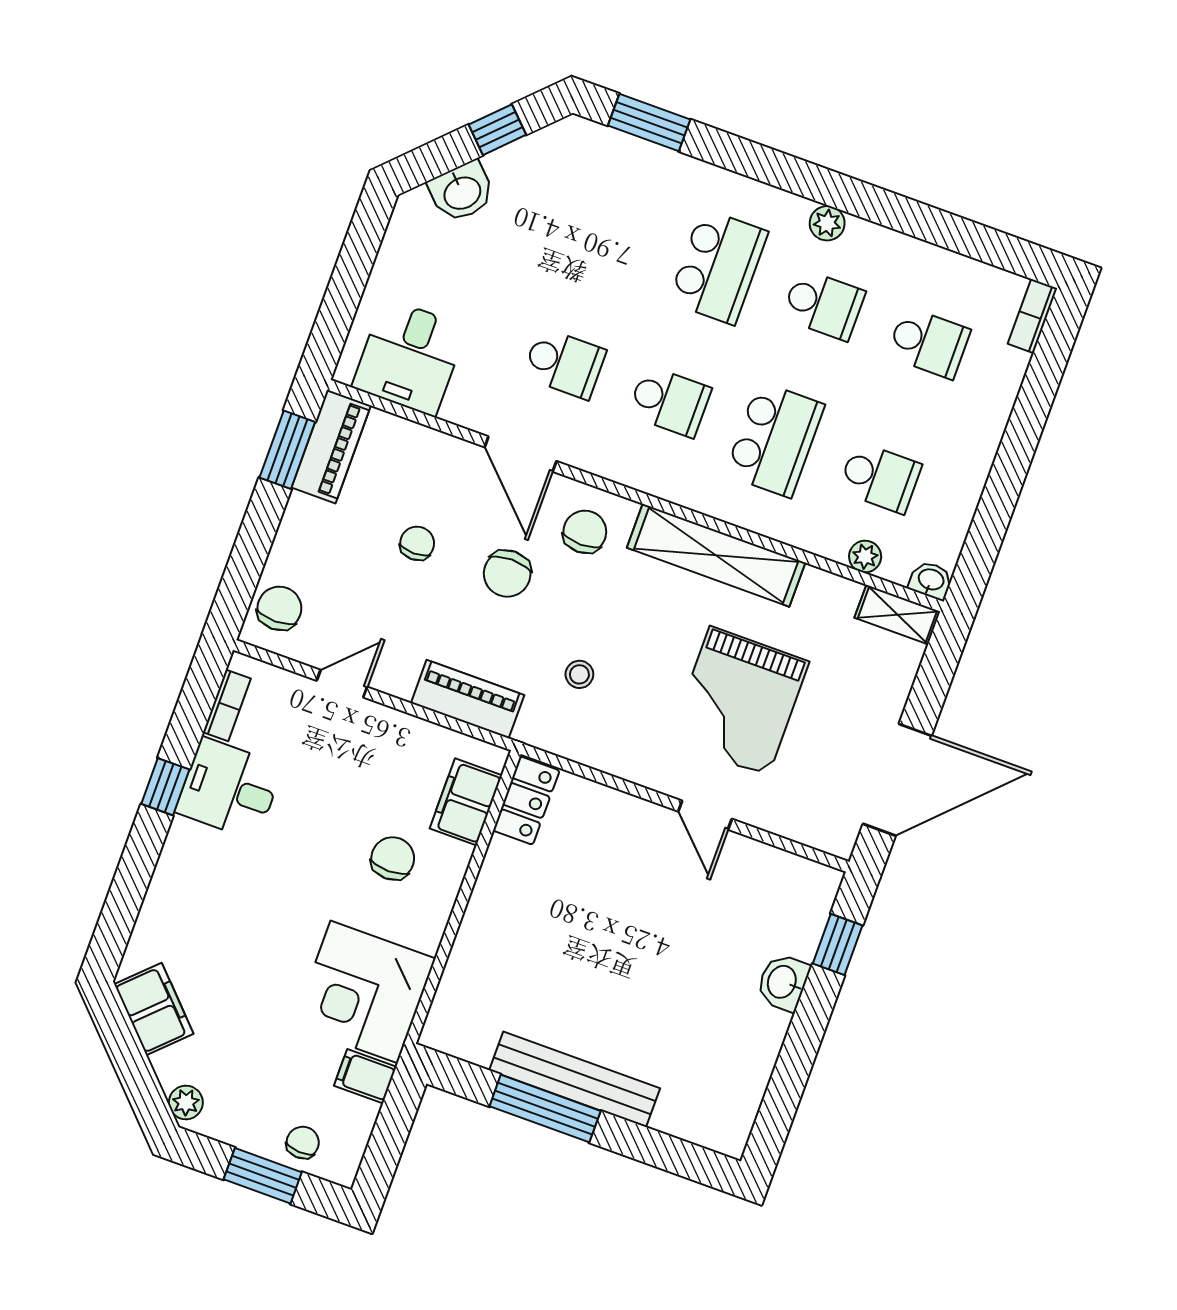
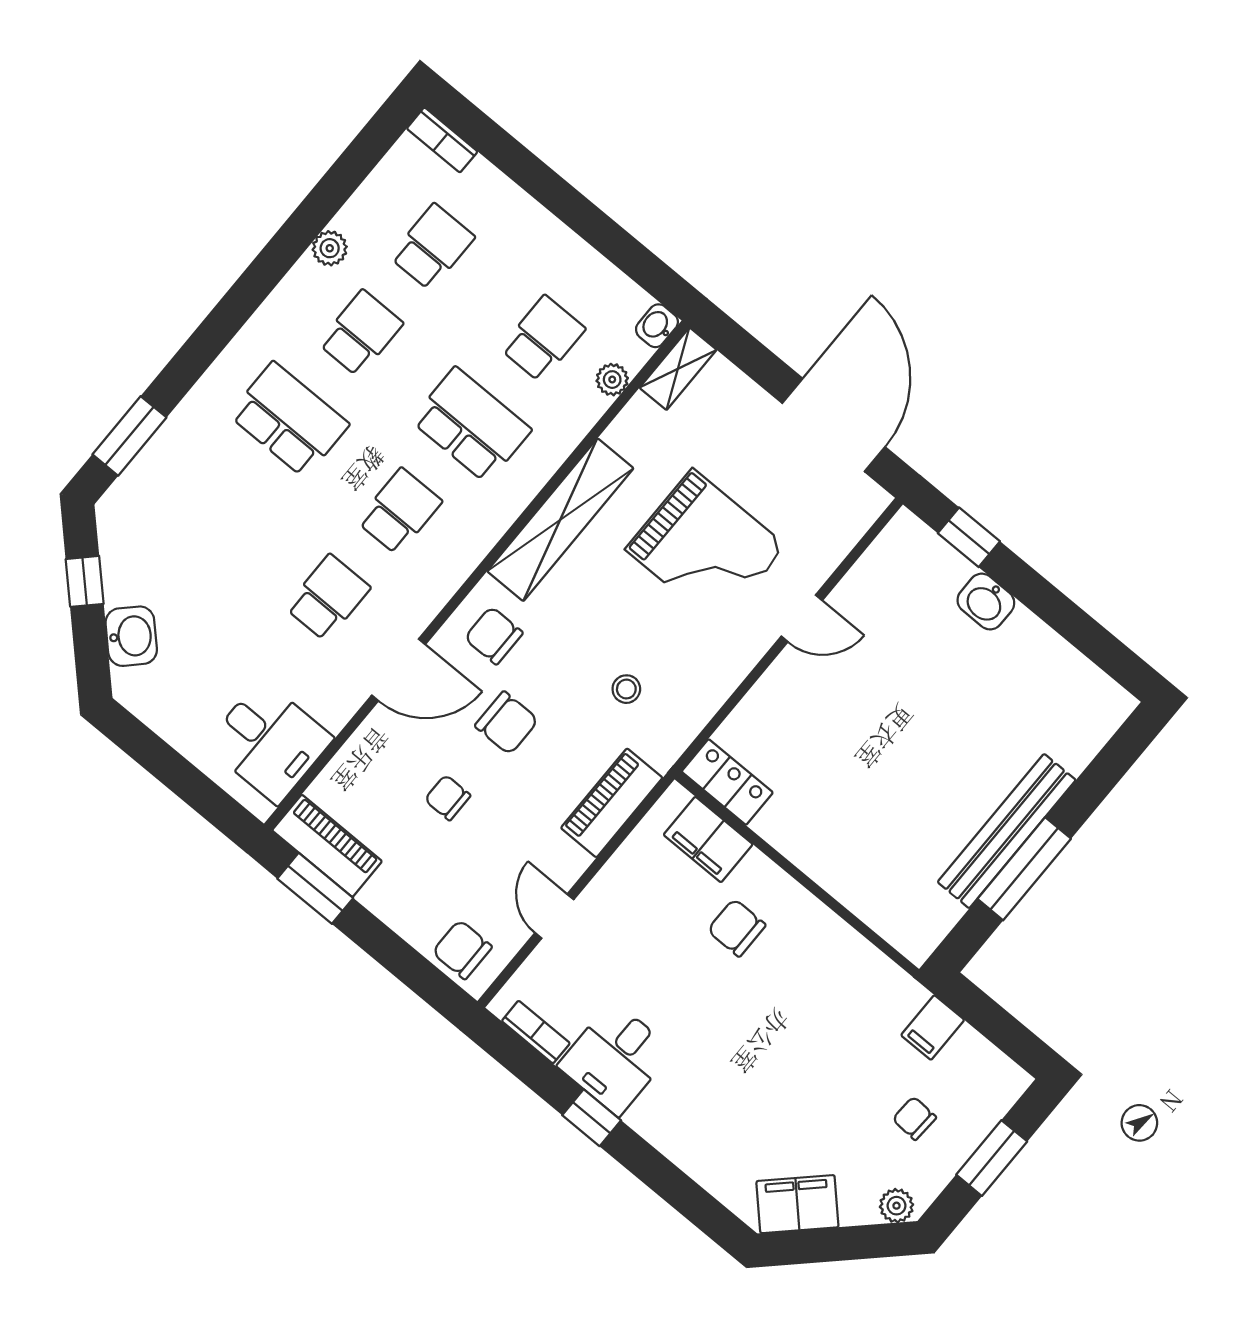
plant: (827, 223) -> (330, 248), moved
corner desk: (364, 992) -> (853, 1000), removed
chair: (303, 1143) -> (914, 1118), moved

